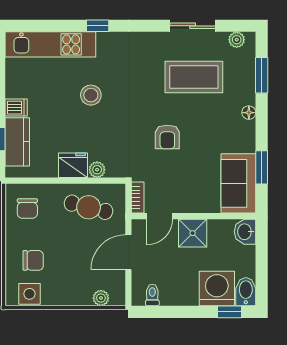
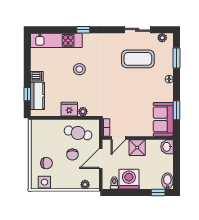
armchair: (167, 137) -> (123, 93), removed
chair: (27, 208) -> (72, 155), moved
washing machine: (217, 289) -> (129, 179), moved

